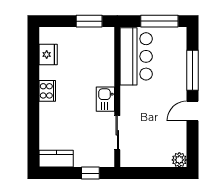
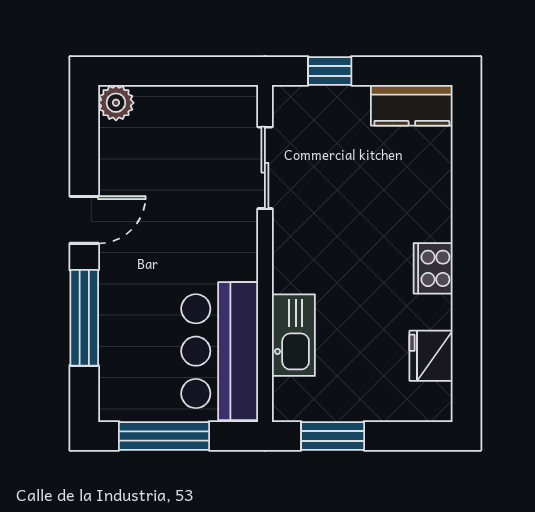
kitchen sink: (105, 99) -> (293, 335), moved, width x1.38

